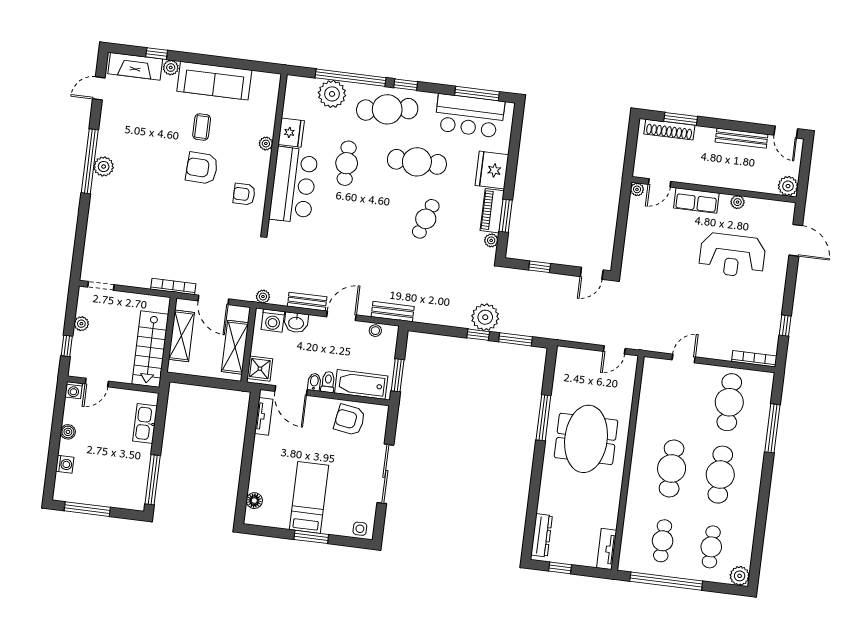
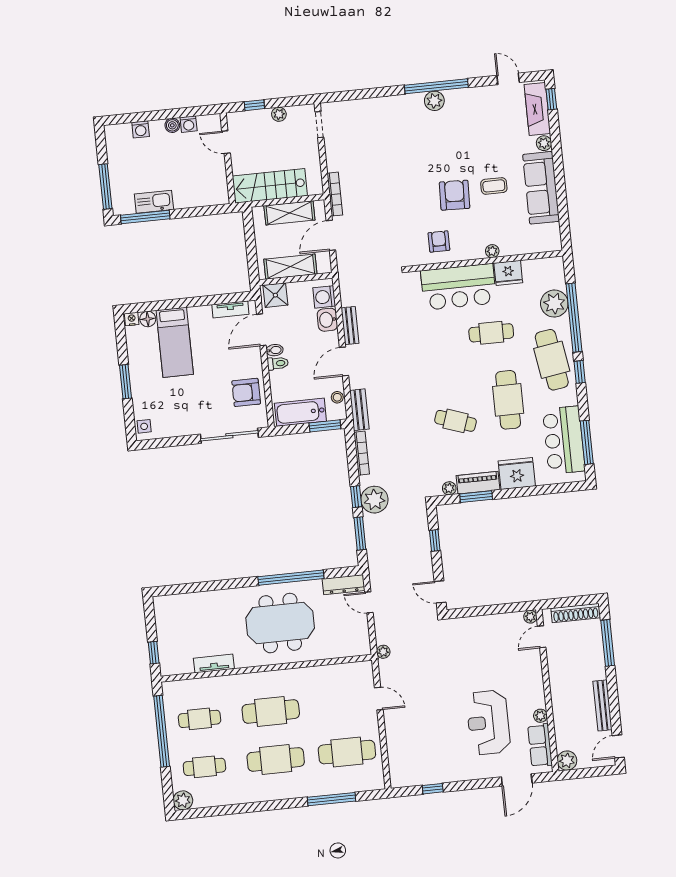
window: (157, 54) -> (551, 99), moved
window: (681, 119) -> (608, 643), width x1.44
shoe rack: (669, 130) -> (576, 613), moved, turned -90
door: (660, 183) -> (542, 637), hinge flipped
row of seats: (696, 201) -> (540, 745), moved
plant: (263, 297) -> (383, 652), moved
door: (341, 316) -> (344, 362), swing flipped
door: (614, 350) -> (369, 602), moved
bookcase: (754, 359) -> (362, 453), moved
window: (398, 375) -> (325, 426), moved
bathtub: (361, 384) -> (300, 412), moved, turned -90
washing machine: (74, 390) -> (189, 124), moved, turned -90
window: (543, 418) -> (291, 578), width x1.46
armchair: (350, 420) -> (246, 392), turned -99
kitchen sink: (145, 424) -> (154, 202), moved
sliding door: (385, 474) -> (229, 436), moved
bed: (309, 497) -> (175, 342), moved, turned 90
window: (87, 509) -> (105, 187), moved
nightstand: (251, 516) -> (132, 319), added
dresser: (542, 535) -> (344, 585), moved
tv unit: (607, 549) -> (214, 663), moved
window: (560, 568) -> (154, 653), moved

